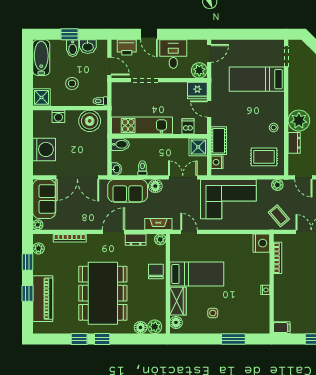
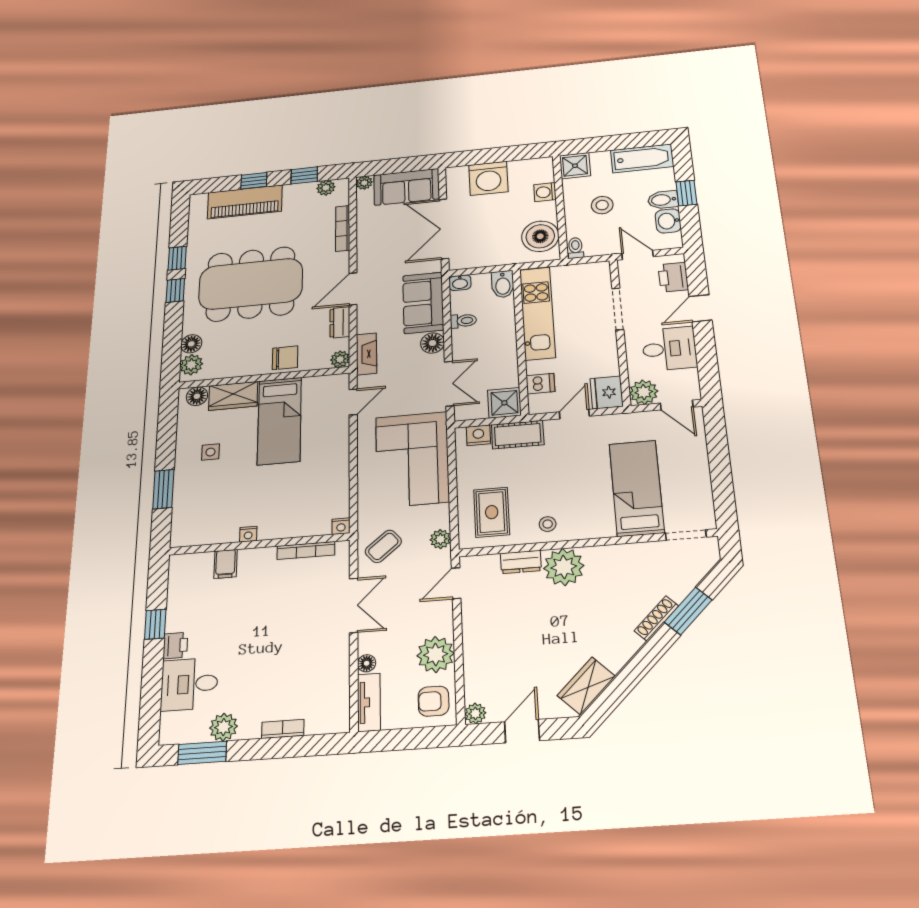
door: (109, 66) -> (638, 255), swing flipped
door: (113, 232) -> (353, 289), swing flipped
nightstand: (261, 243) -> (341, 526), width x0.53, depth x0.56
filing cabinet: (282, 328) -> (225, 564), moved

